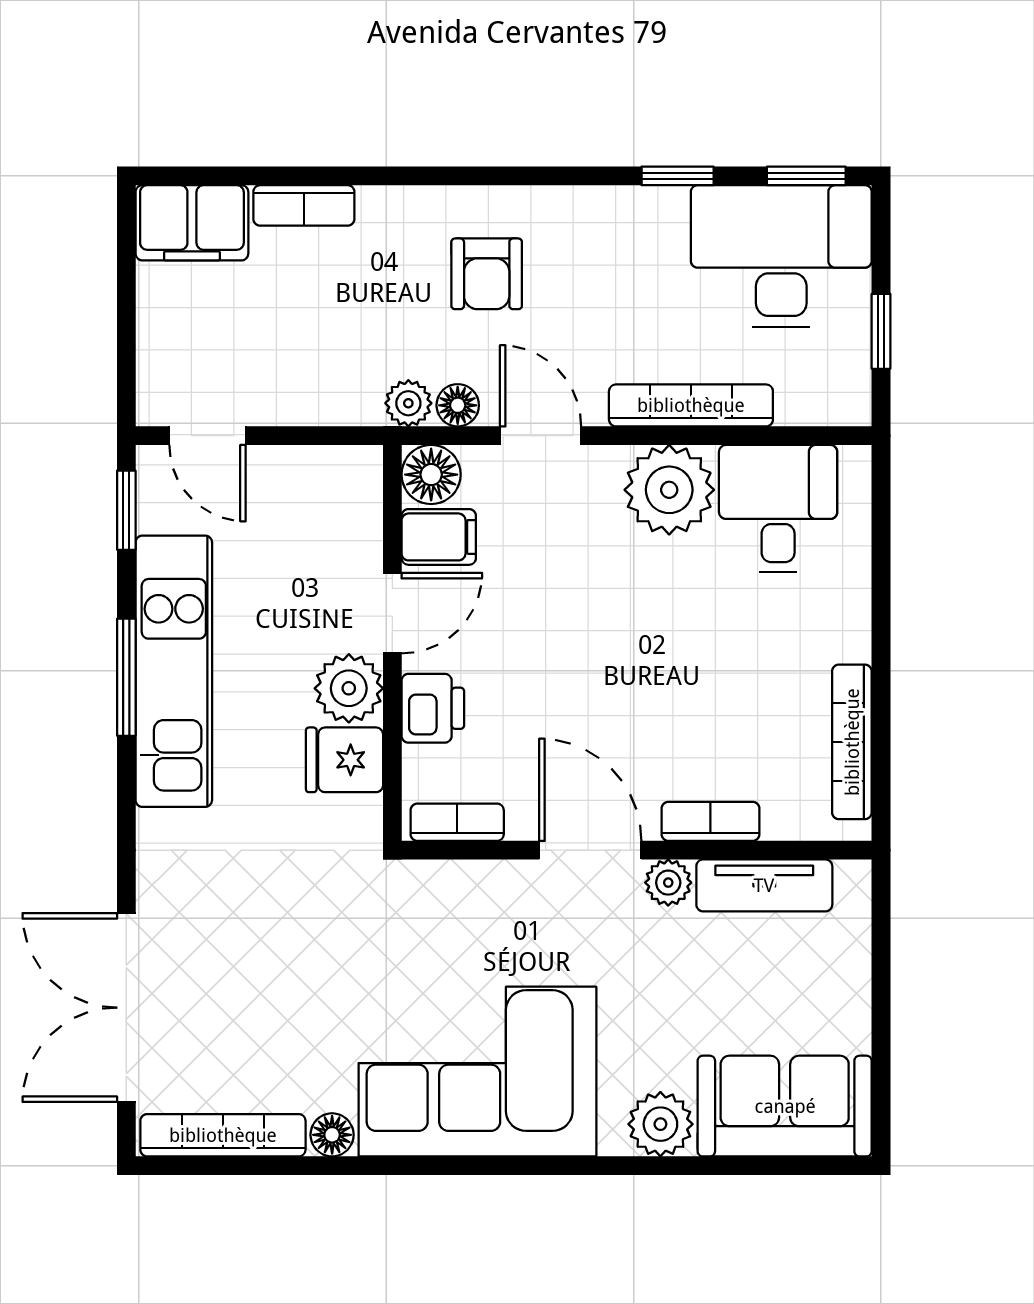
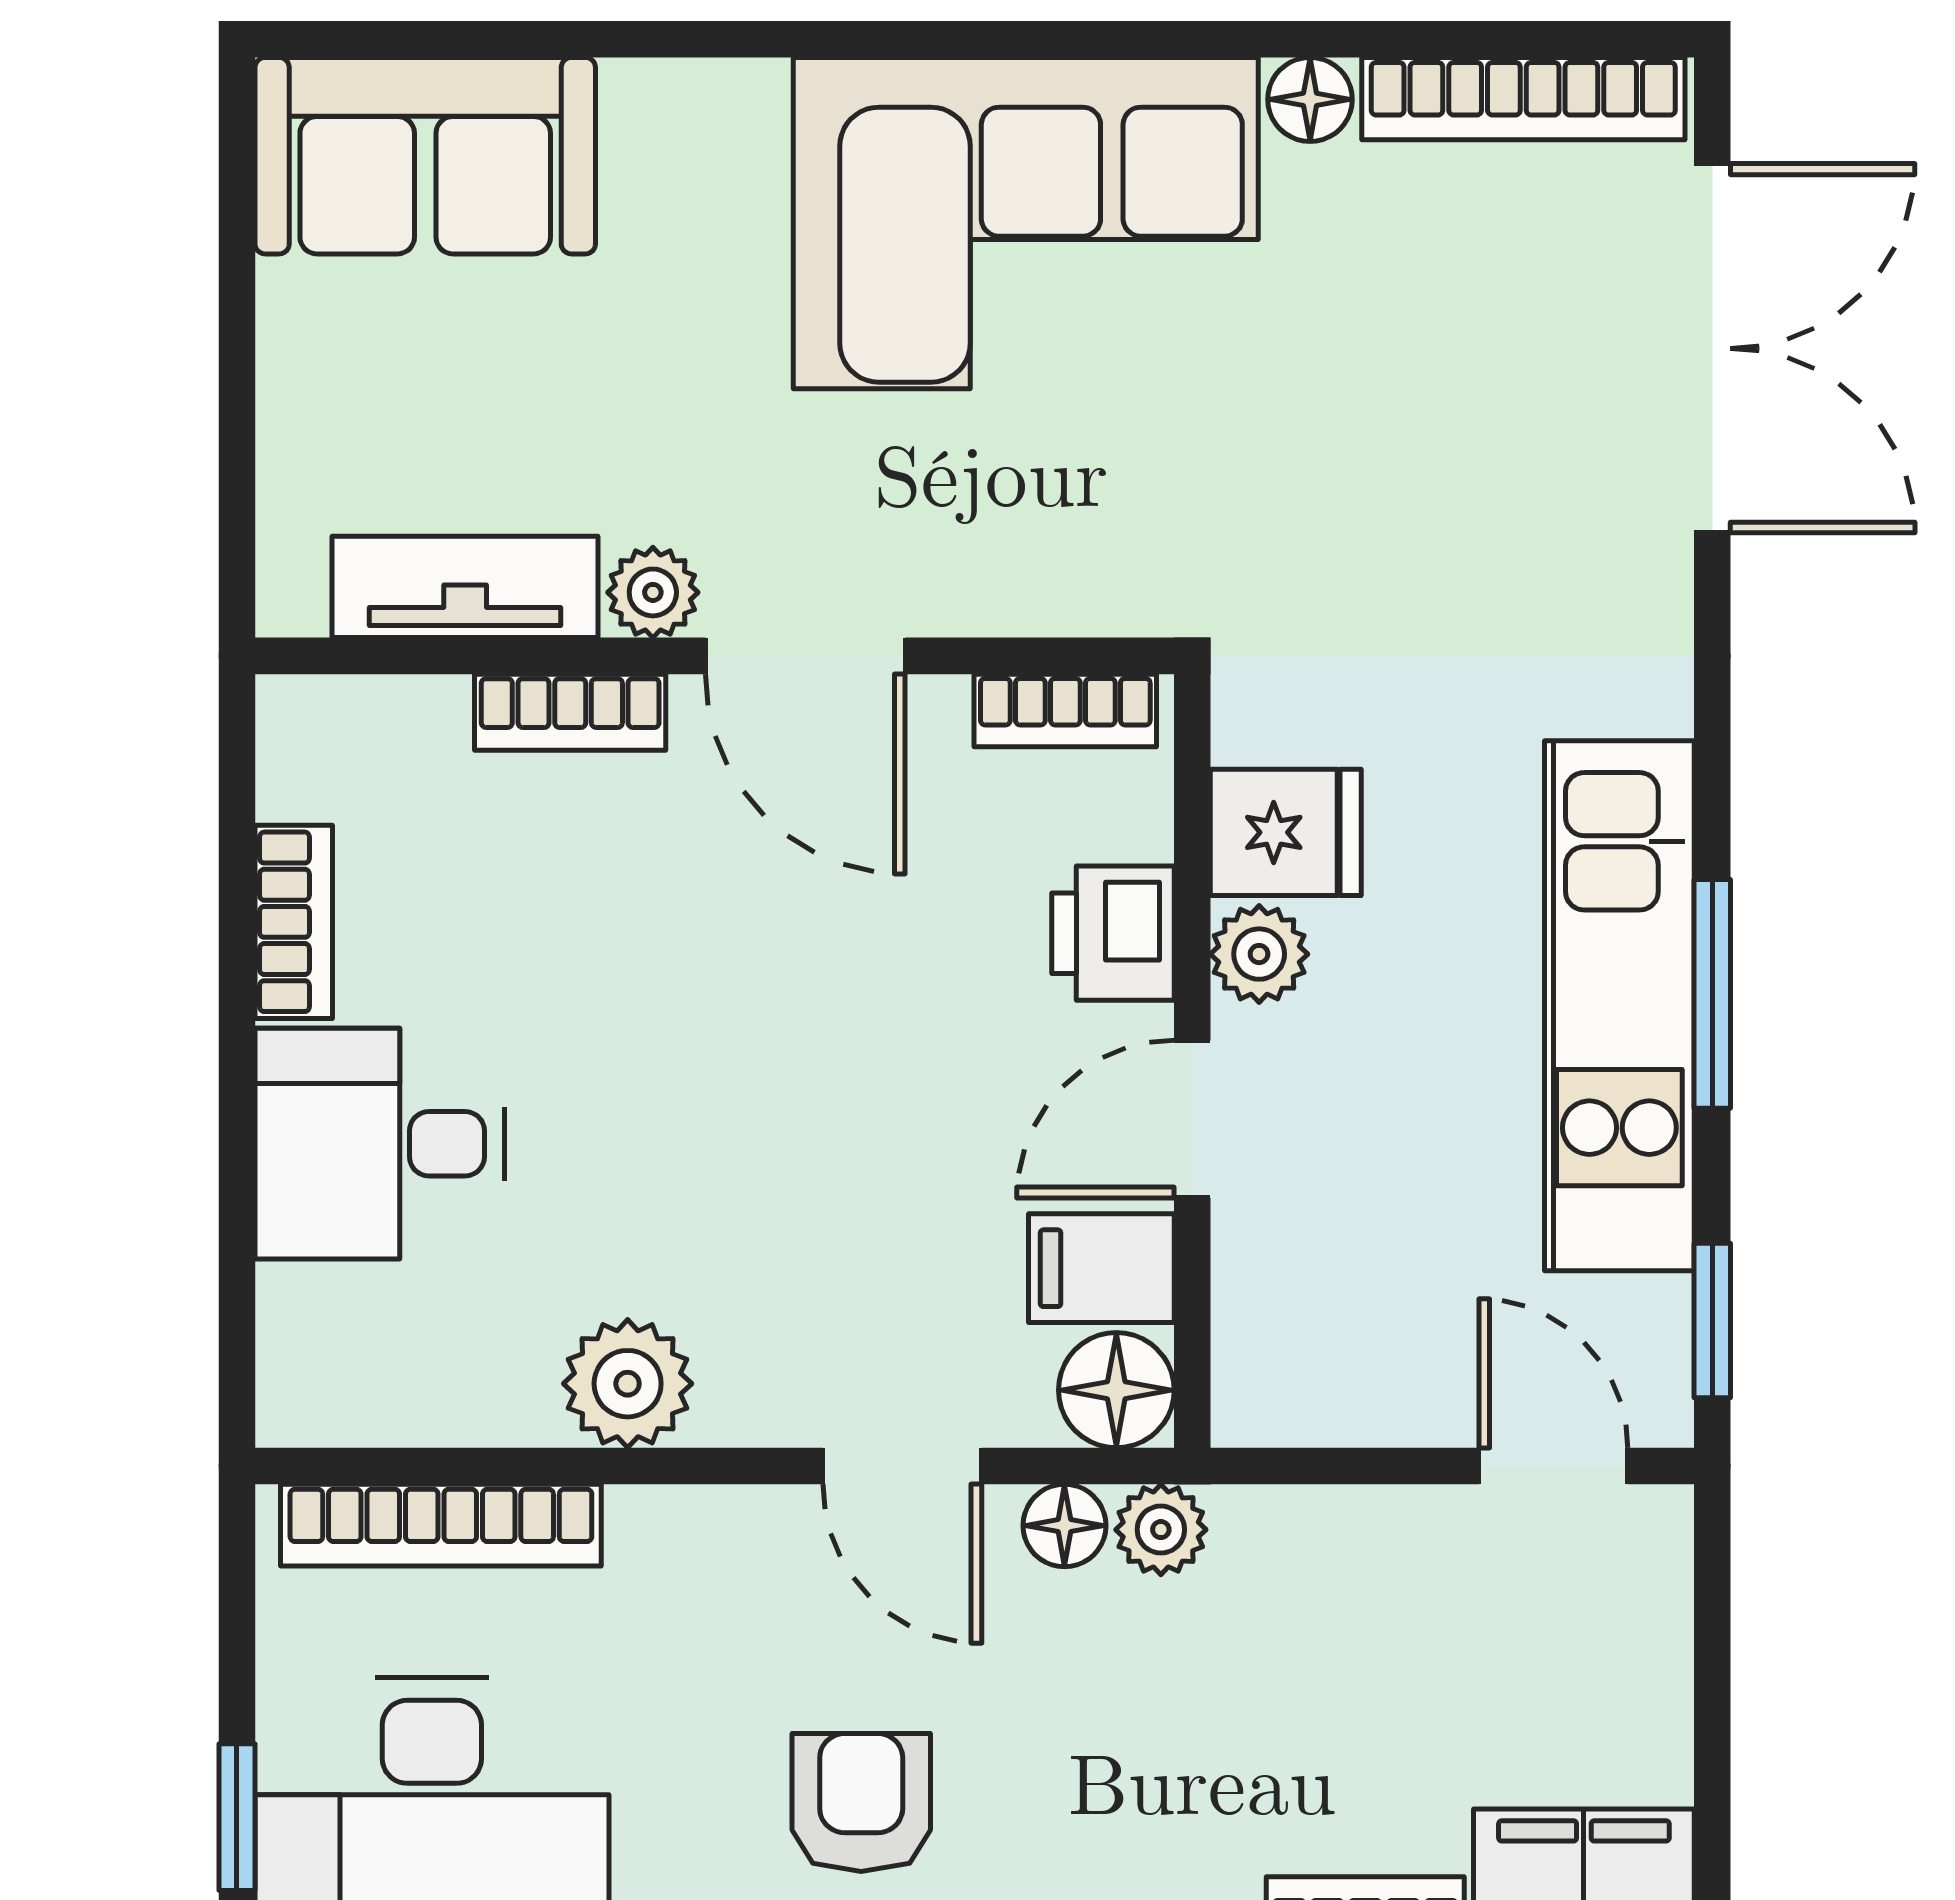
armchair: (487, 274) -> (861, 1802), moved
window: (881, 331) -> (237, 1817), moved
bookcase: (691, 405) -> (441, 1525), moved
plant: (669, 490) -> (628, 1384), width x0.73, depth x0.73
desk: (778, 509) -> (380, 1144), moved, turned 90
plant: (349, 688) -> (1259, 954), width x0.73, depth x0.73
bookcase: (852, 742) -> (294, 922), width x0.64
plant: (660, 1124) -> (668, 120), removed

